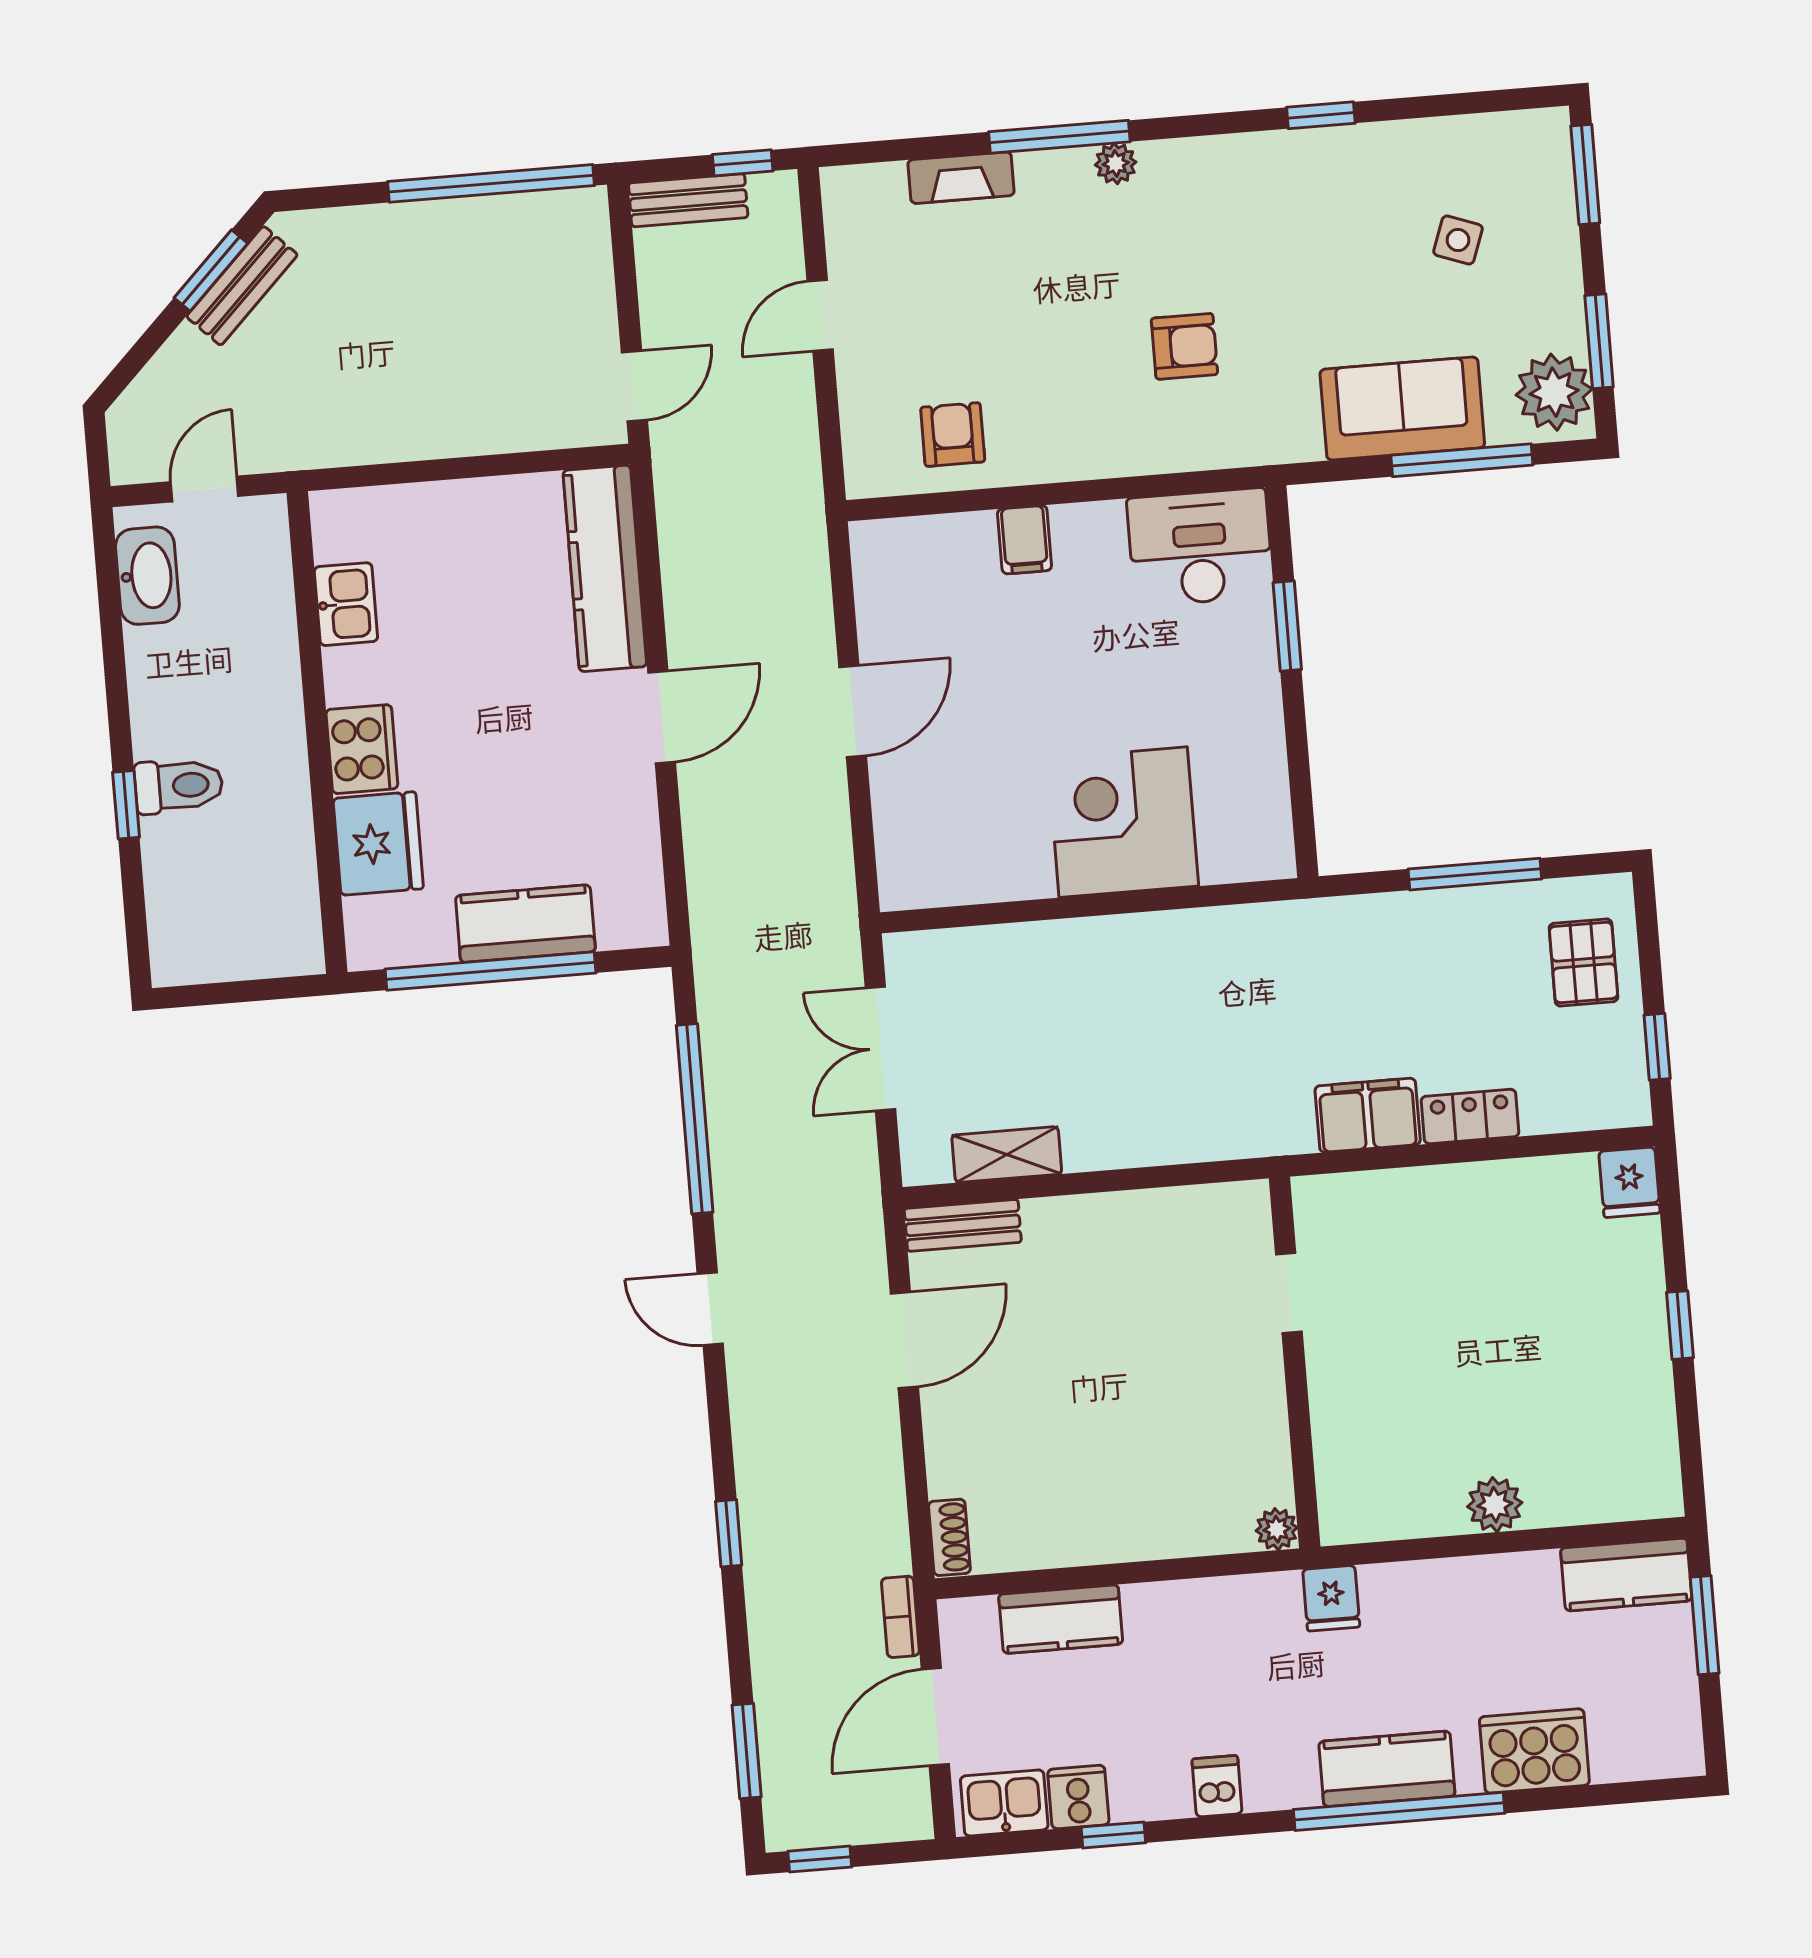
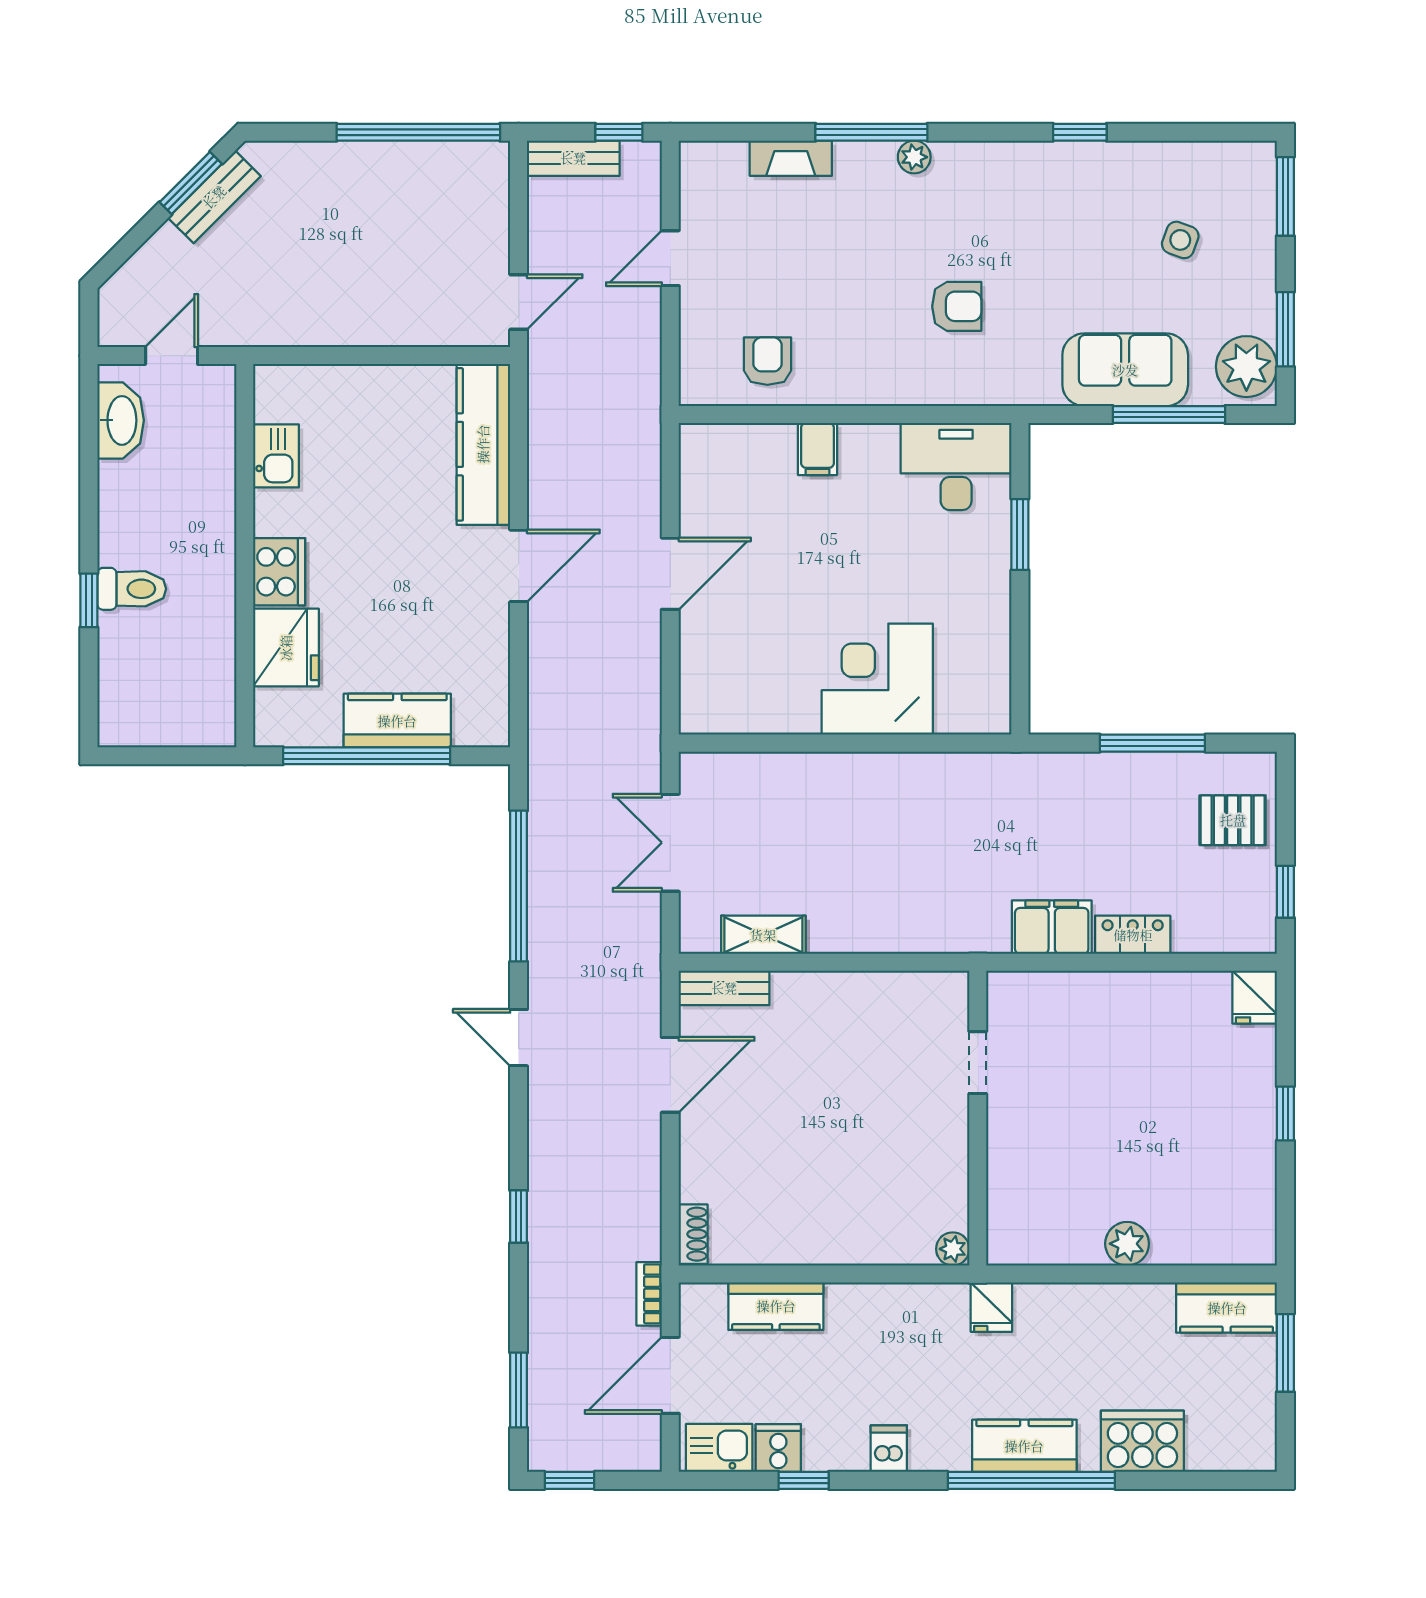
pallet: (1583, 962) -> (1233, 820), turned 90

